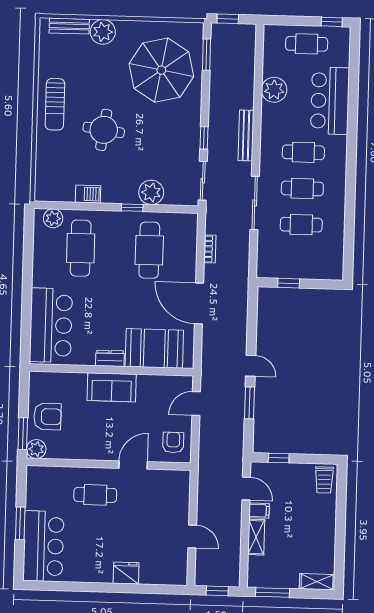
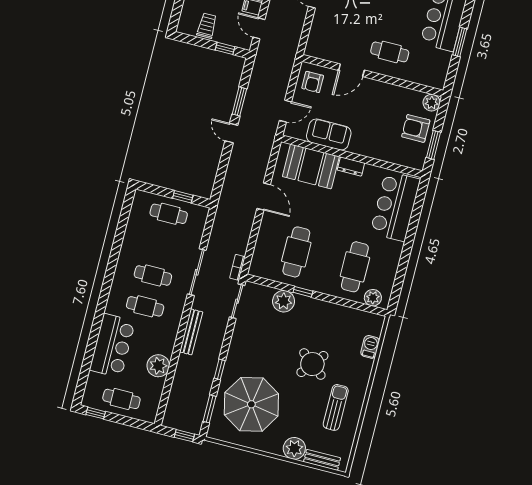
sun lounger: (55, 104) -> (336, 407), moved
round table: (104, 130) -> (312, 364), turned 31
window: (204, 138) -> (220, 369), moved
barbecue: (88, 194) -> (370, 347), moved, turned 90
cafe table: (301, 225) -> (169, 214), moved
bookcase: (210, 249) -> (237, 267), moved
door: (199, 303) -> (264, 197), width x0.73
sofa: (112, 387) -> (329, 135), moved
window: (23, 434) -> (433, 145), moved
trolley: (324, 480) -> (207, 26), moved

